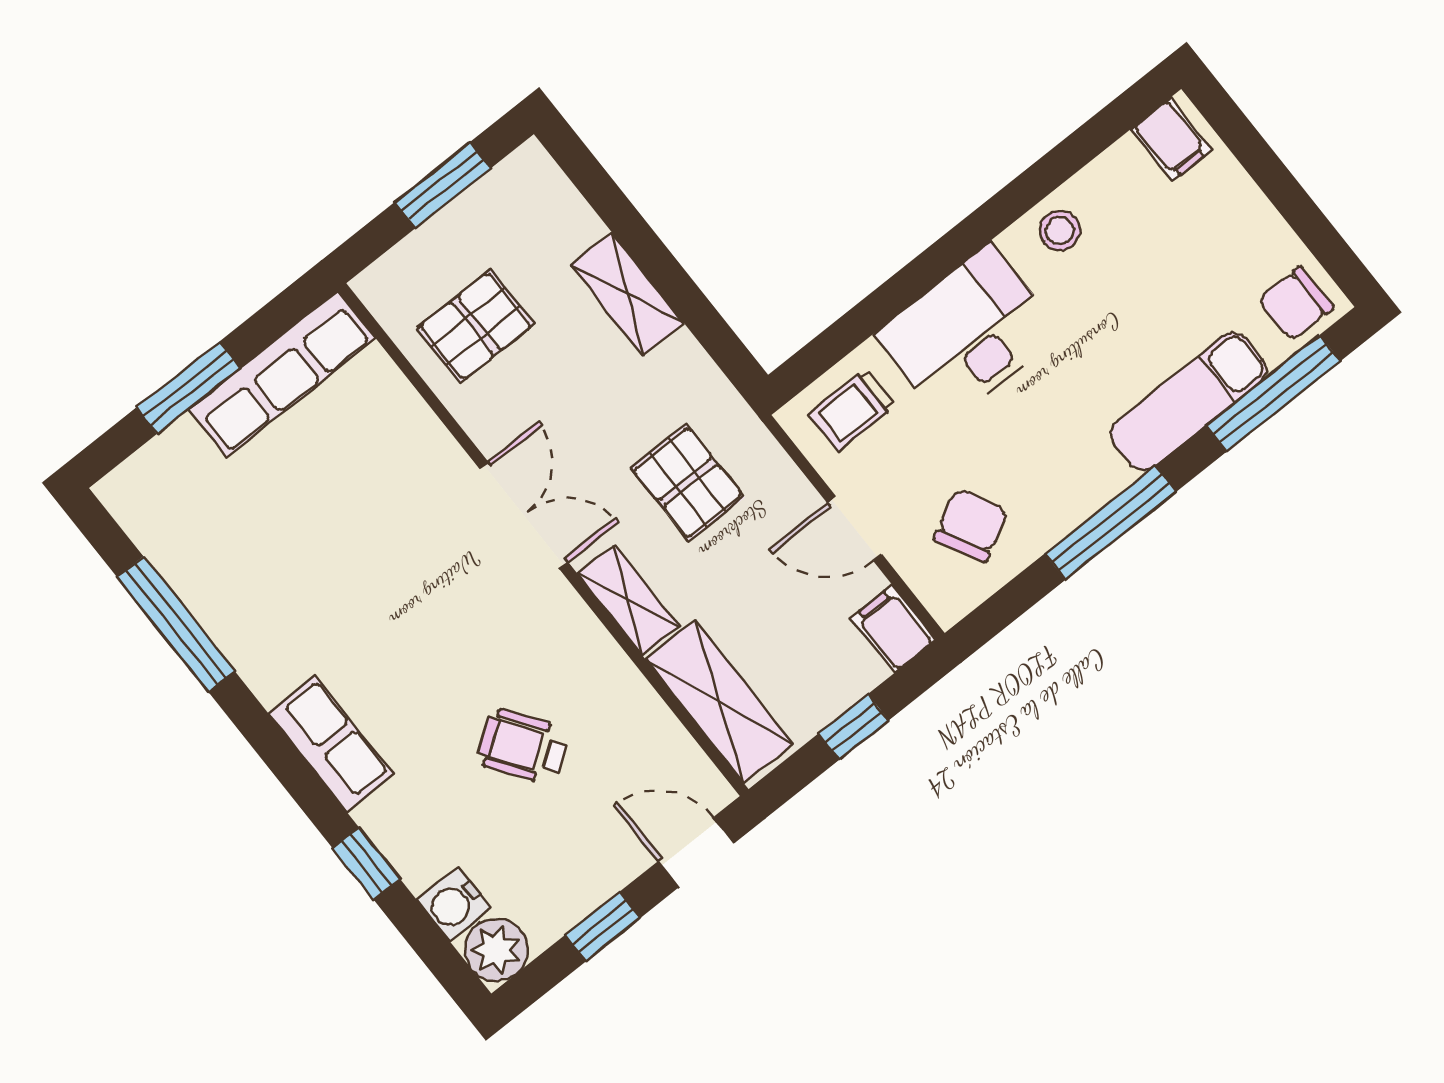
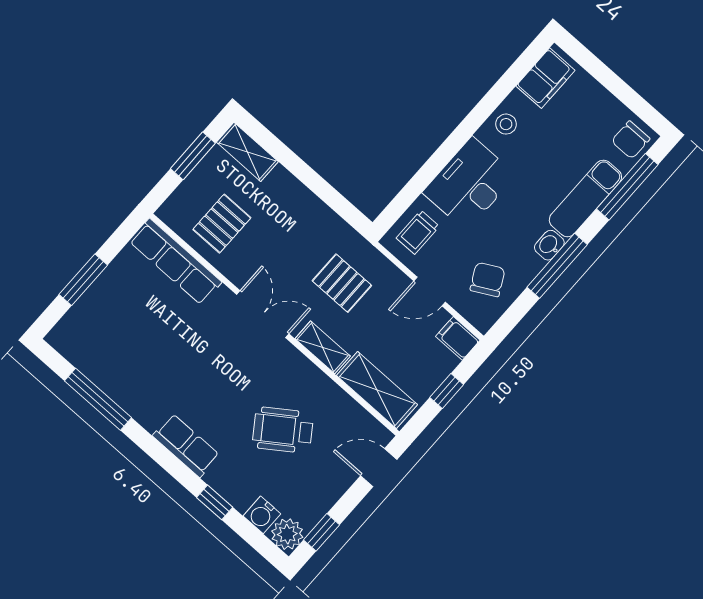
filing cabinet: (1171, 140) -> (545, 78), width x2.00
shelving: (627, 294) -> (247, 152), moved
row of seats: (282, 374) -> (175, 262), moved, turned 90
washbasin: (1102, 480) -> (549, 245), added
wheelchair: (523, 747) -> (283, 430), width x1.36, depth x1.37
window: (603, 927) -> (321, 532), moved

